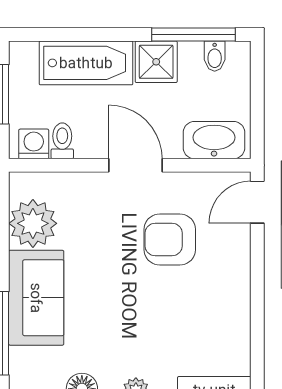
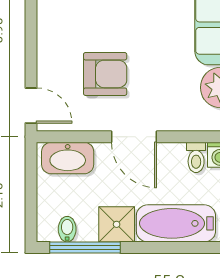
door: (257, 202) -> (31, 106), hinge flipped

